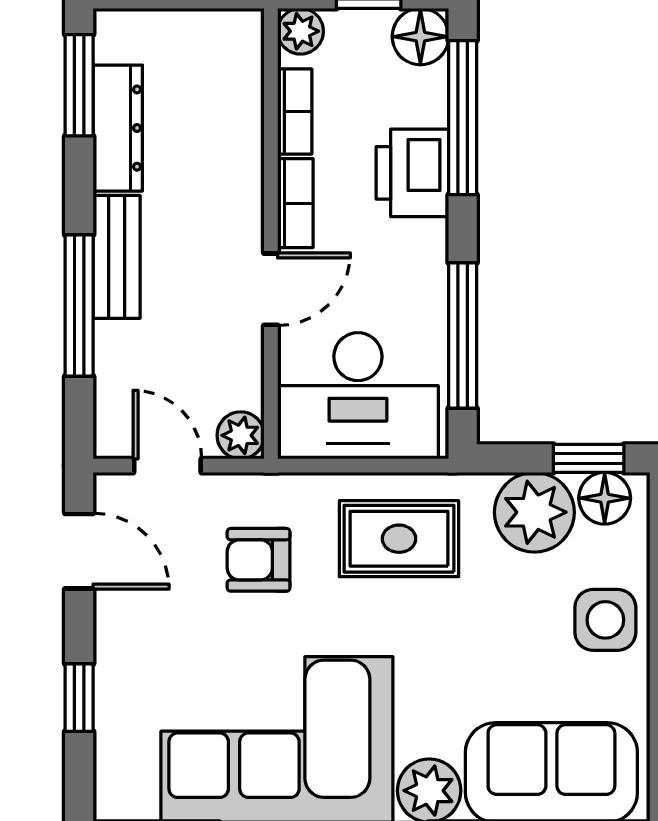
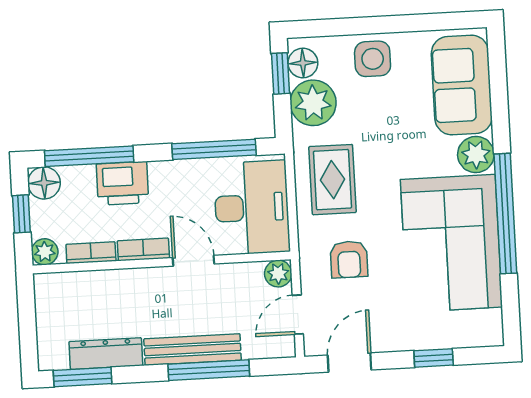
bench: (117, 257) -> (193, 349), width x1.36

